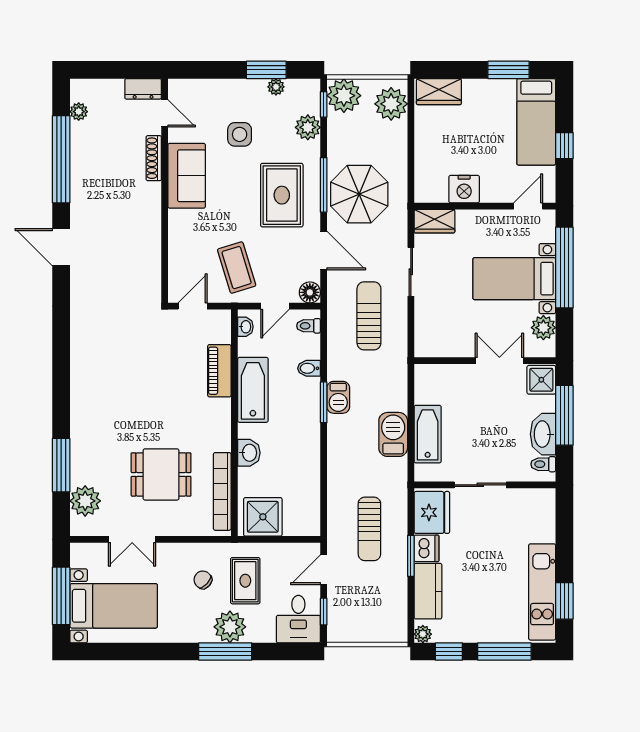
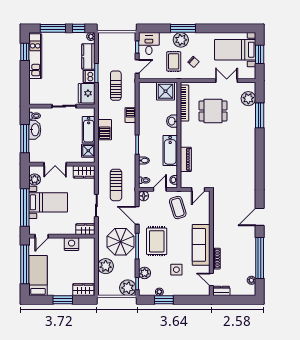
window: (508, 70) -> (63, 300), moved
plant: (391, 104) -> (106, 266), moved
window: (564, 146) -> (25, 264), width x3.17
sofa: (187, 176) -> (201, 245), width x1.36
door: (61, 247) -> (260, 217), swing flipped
wardrobe: (437, 344) -> (84, 172), added
shower: (541, 380) -> (88, 151), moved
barbecue: (338, 397) -> (130, 115), moved
window: (61, 596) -> (260, 54), width x0.69

